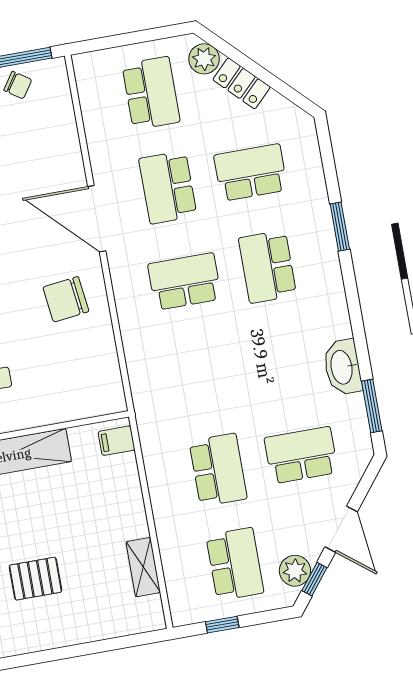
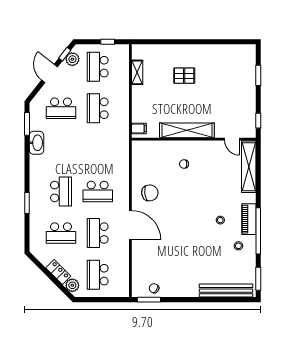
school desk: (168, 187) -> (98, 233), turned 180

